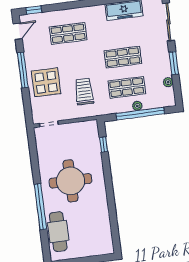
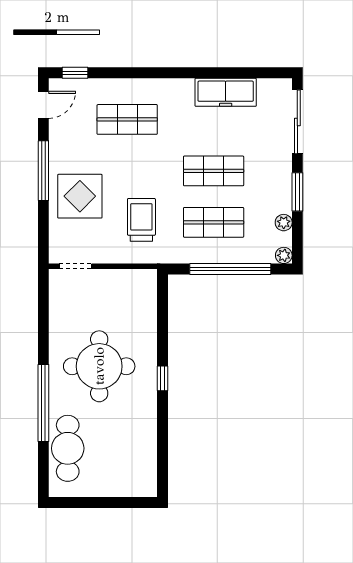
plant: (137, 106) -> (284, 255), moved
window: (104, 144) -> (162, 378), moved

